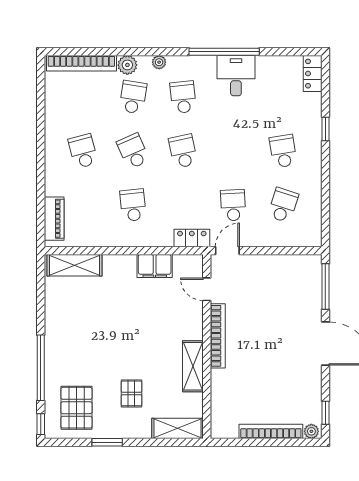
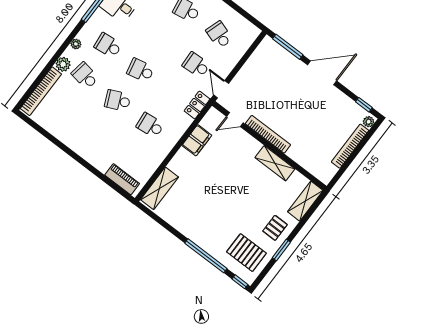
school desk: (83, 151) -> (95, 131), removed
pallet: (132, 393) -> (275, 228), moved, turned 90

